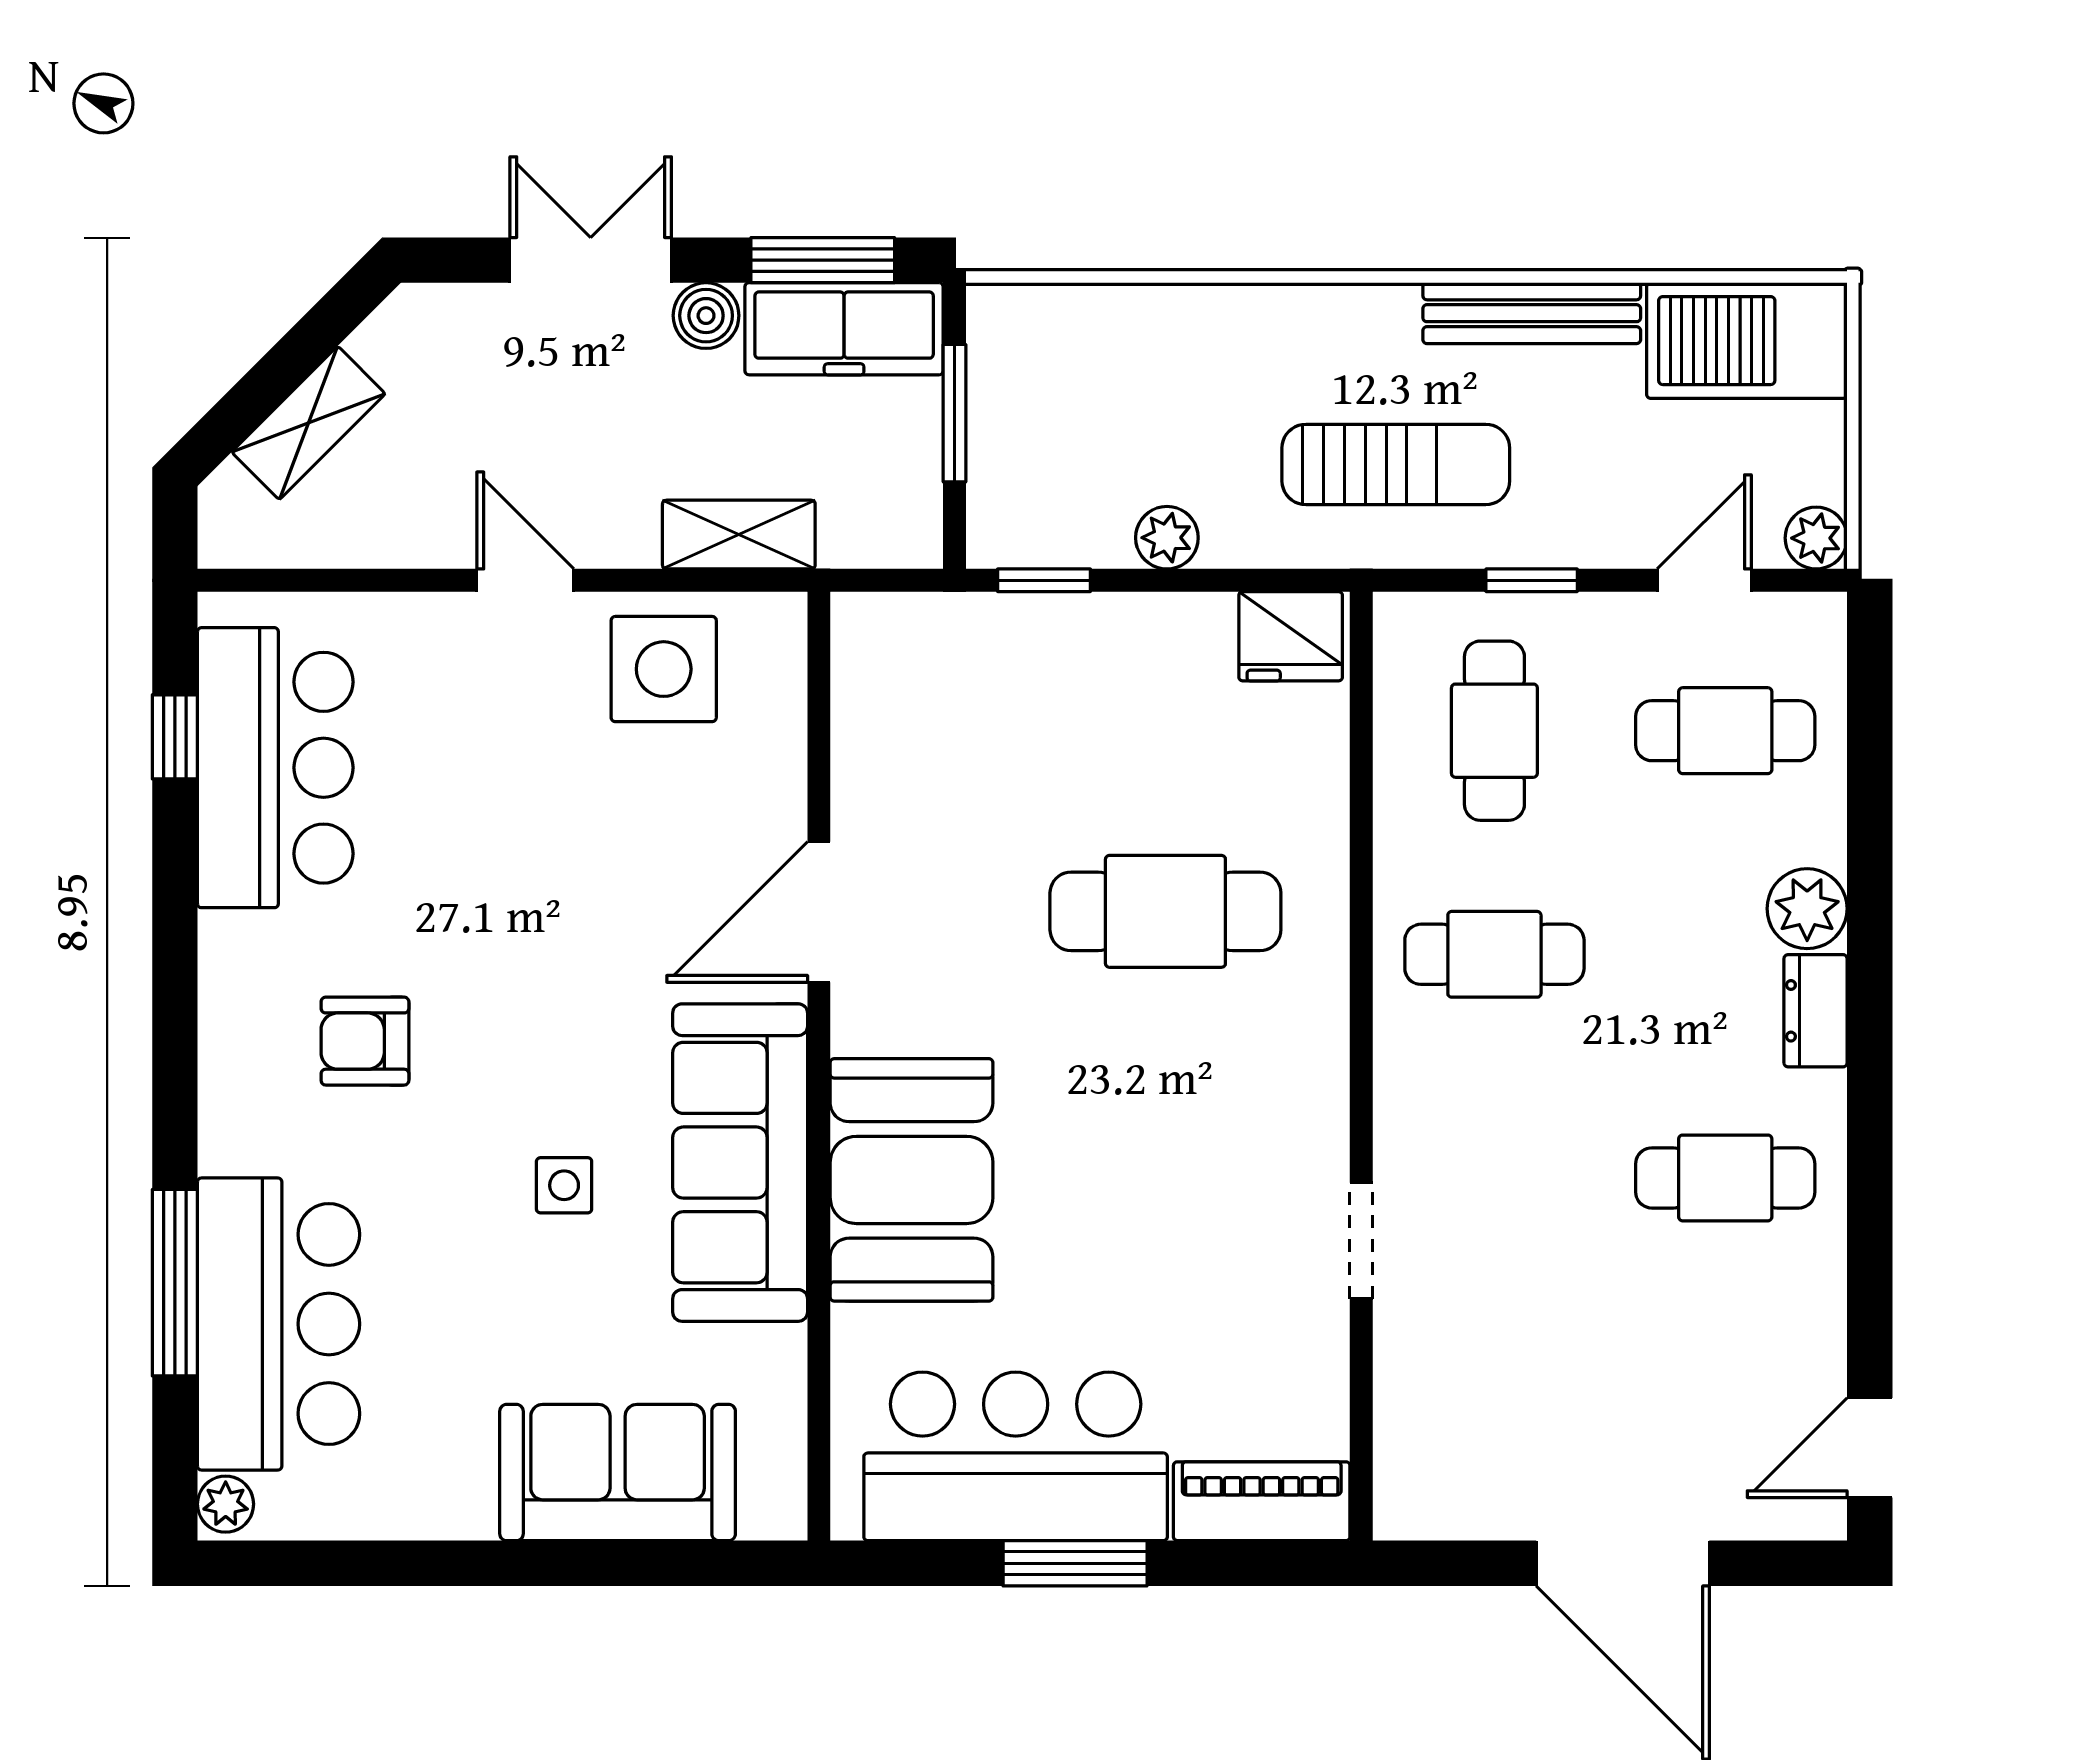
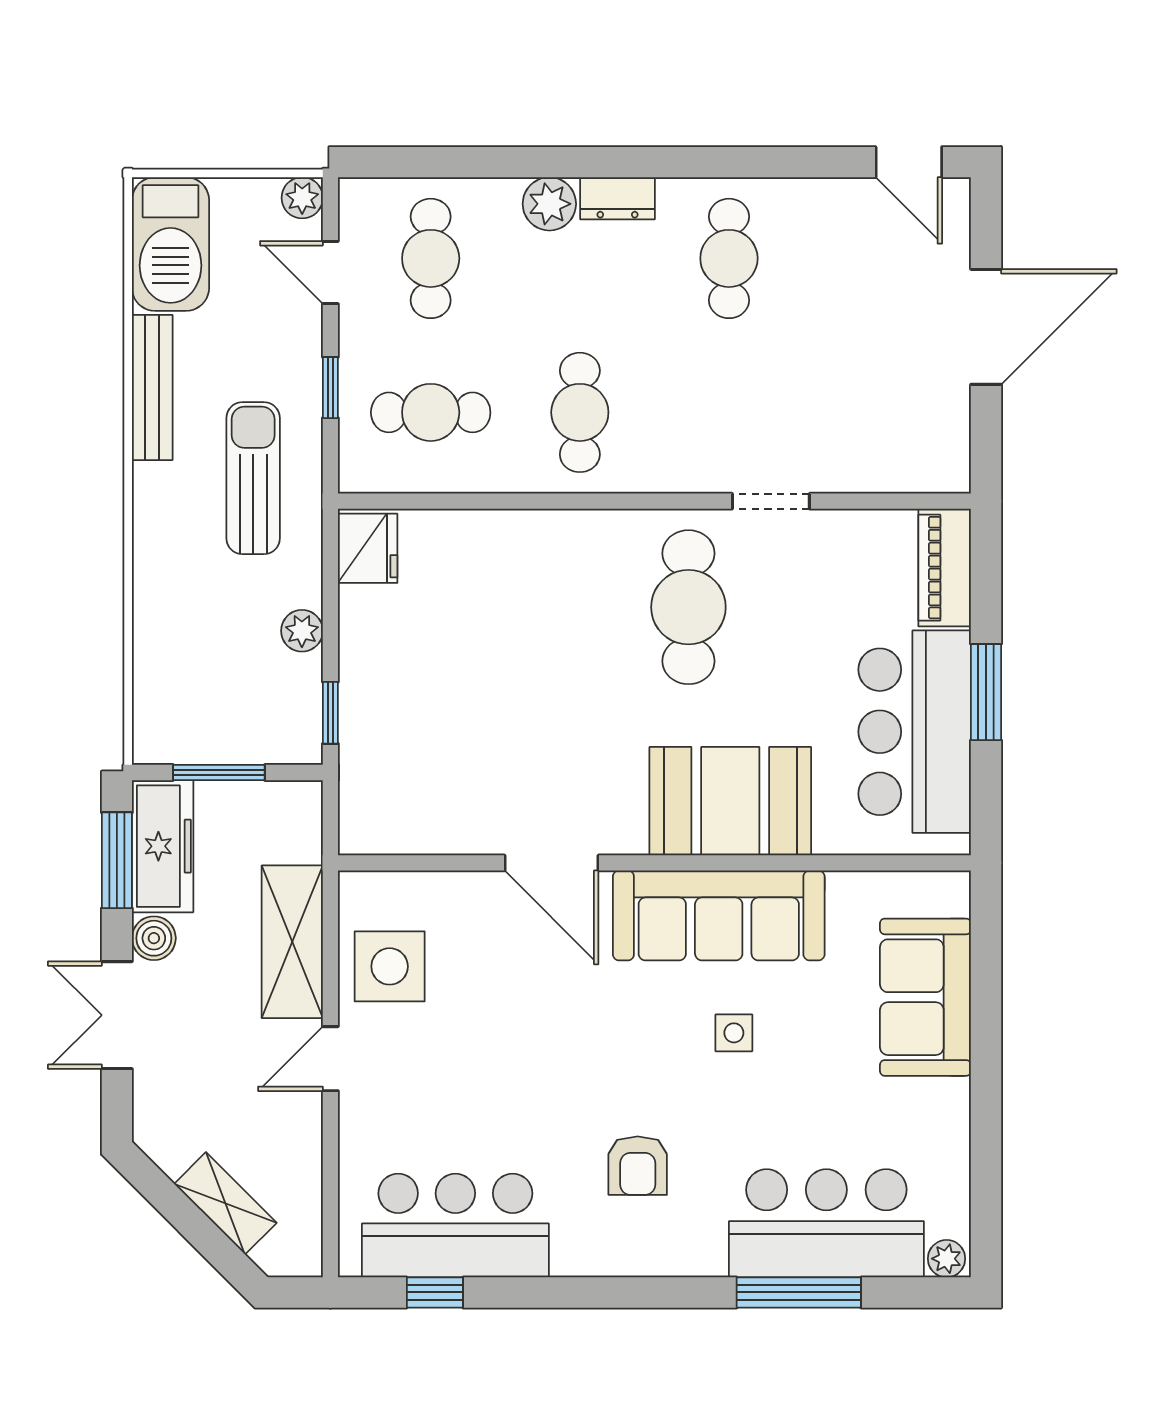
shelving: (739, 535) -> (292, 942), width x1.50, depth x1.33
cafe table: (1165, 911) -> (688, 607), moved

